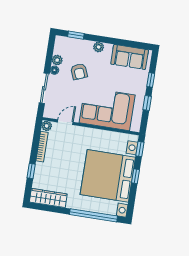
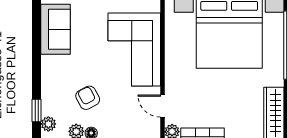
plant: (99, 47) -> (48, 124), moved
armchair: (79, 72) -> (88, 98), turned -96

